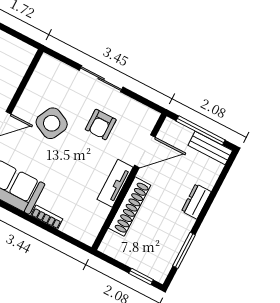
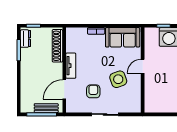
side table: (52, 123) -> (118, 79), turned 45
bench: (210, 148) -> (46, 108), moved
dresser: (196, 201) -> (25, 39), moved
shoe rack: (130, 207) -> (57, 46), moved

